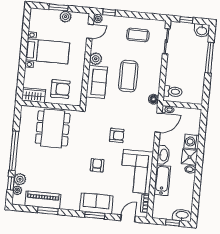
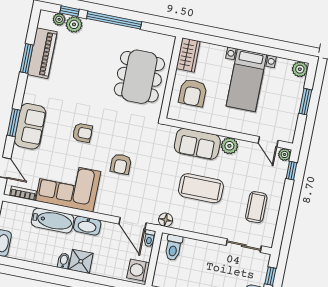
plant: (65, 17) -> (300, 69), moved
dining table: (53, 128) -> (139, 77), turned 90
washing machine: (192, 142) -> (138, 270), moved, turned -90

